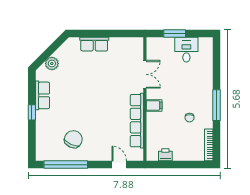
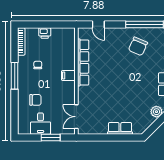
double door: (145, 74) -> (76, 117), moved
chair: (192, 77) -> (35, 100), added
printer: (165, 155) -> (45, 33), moved

